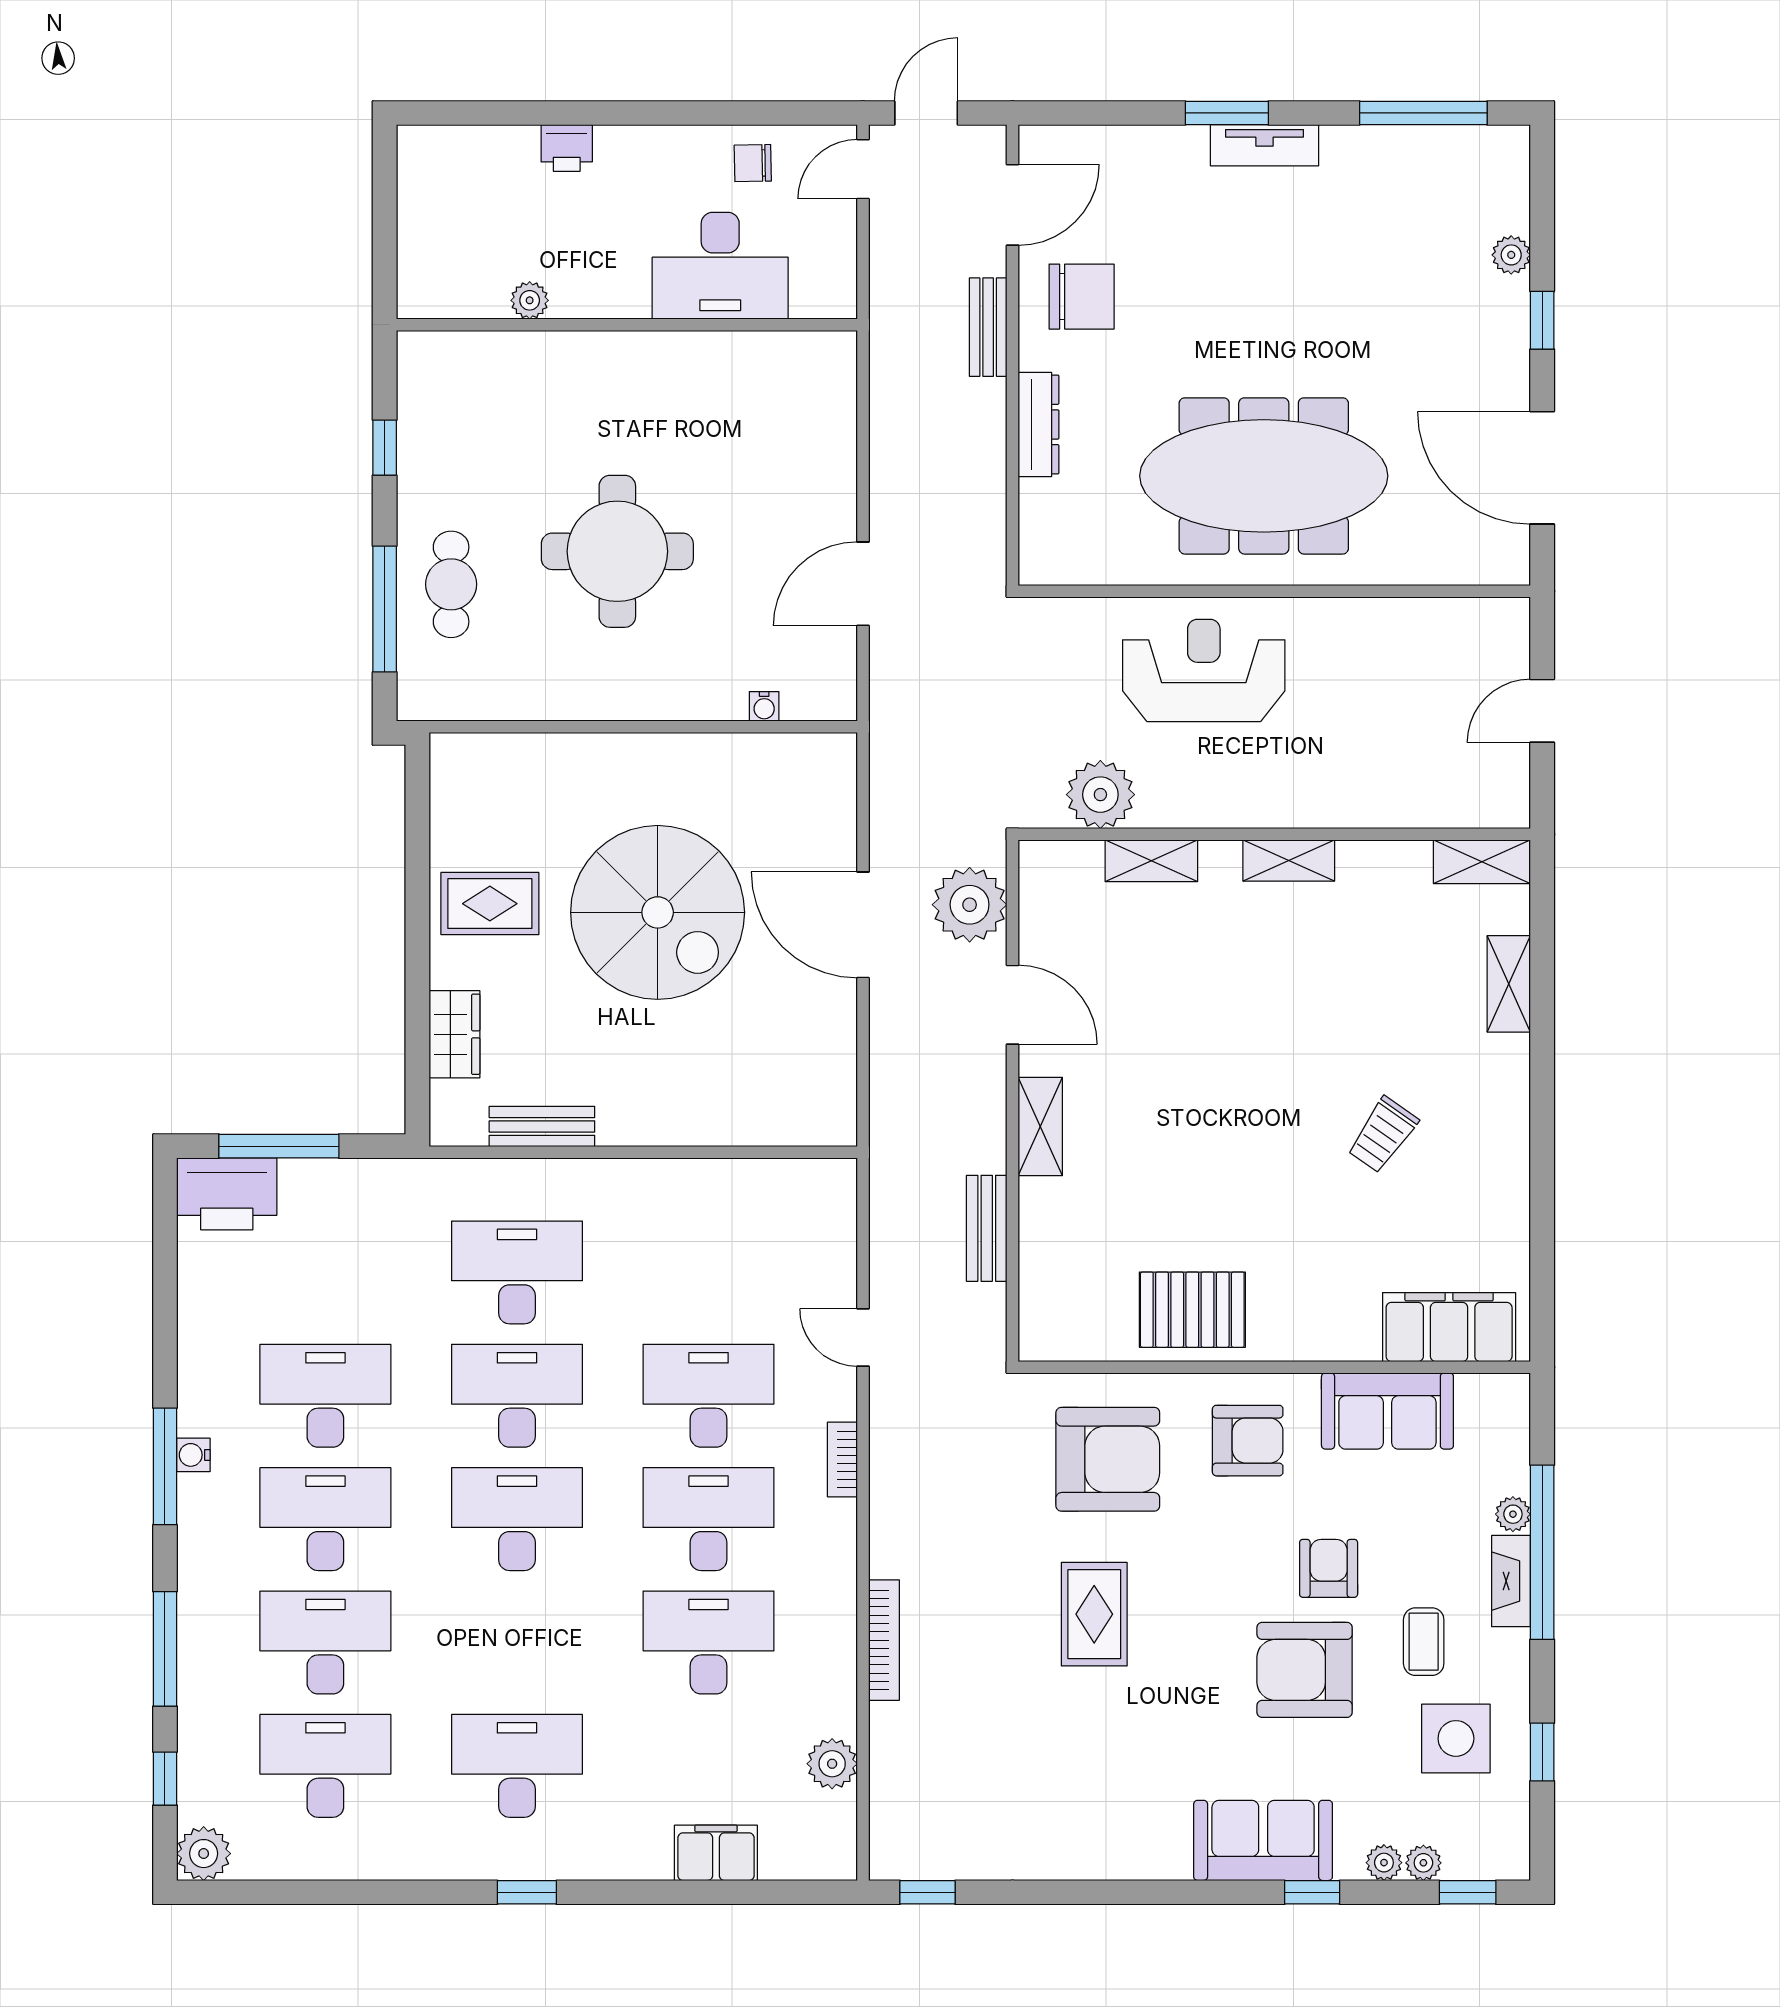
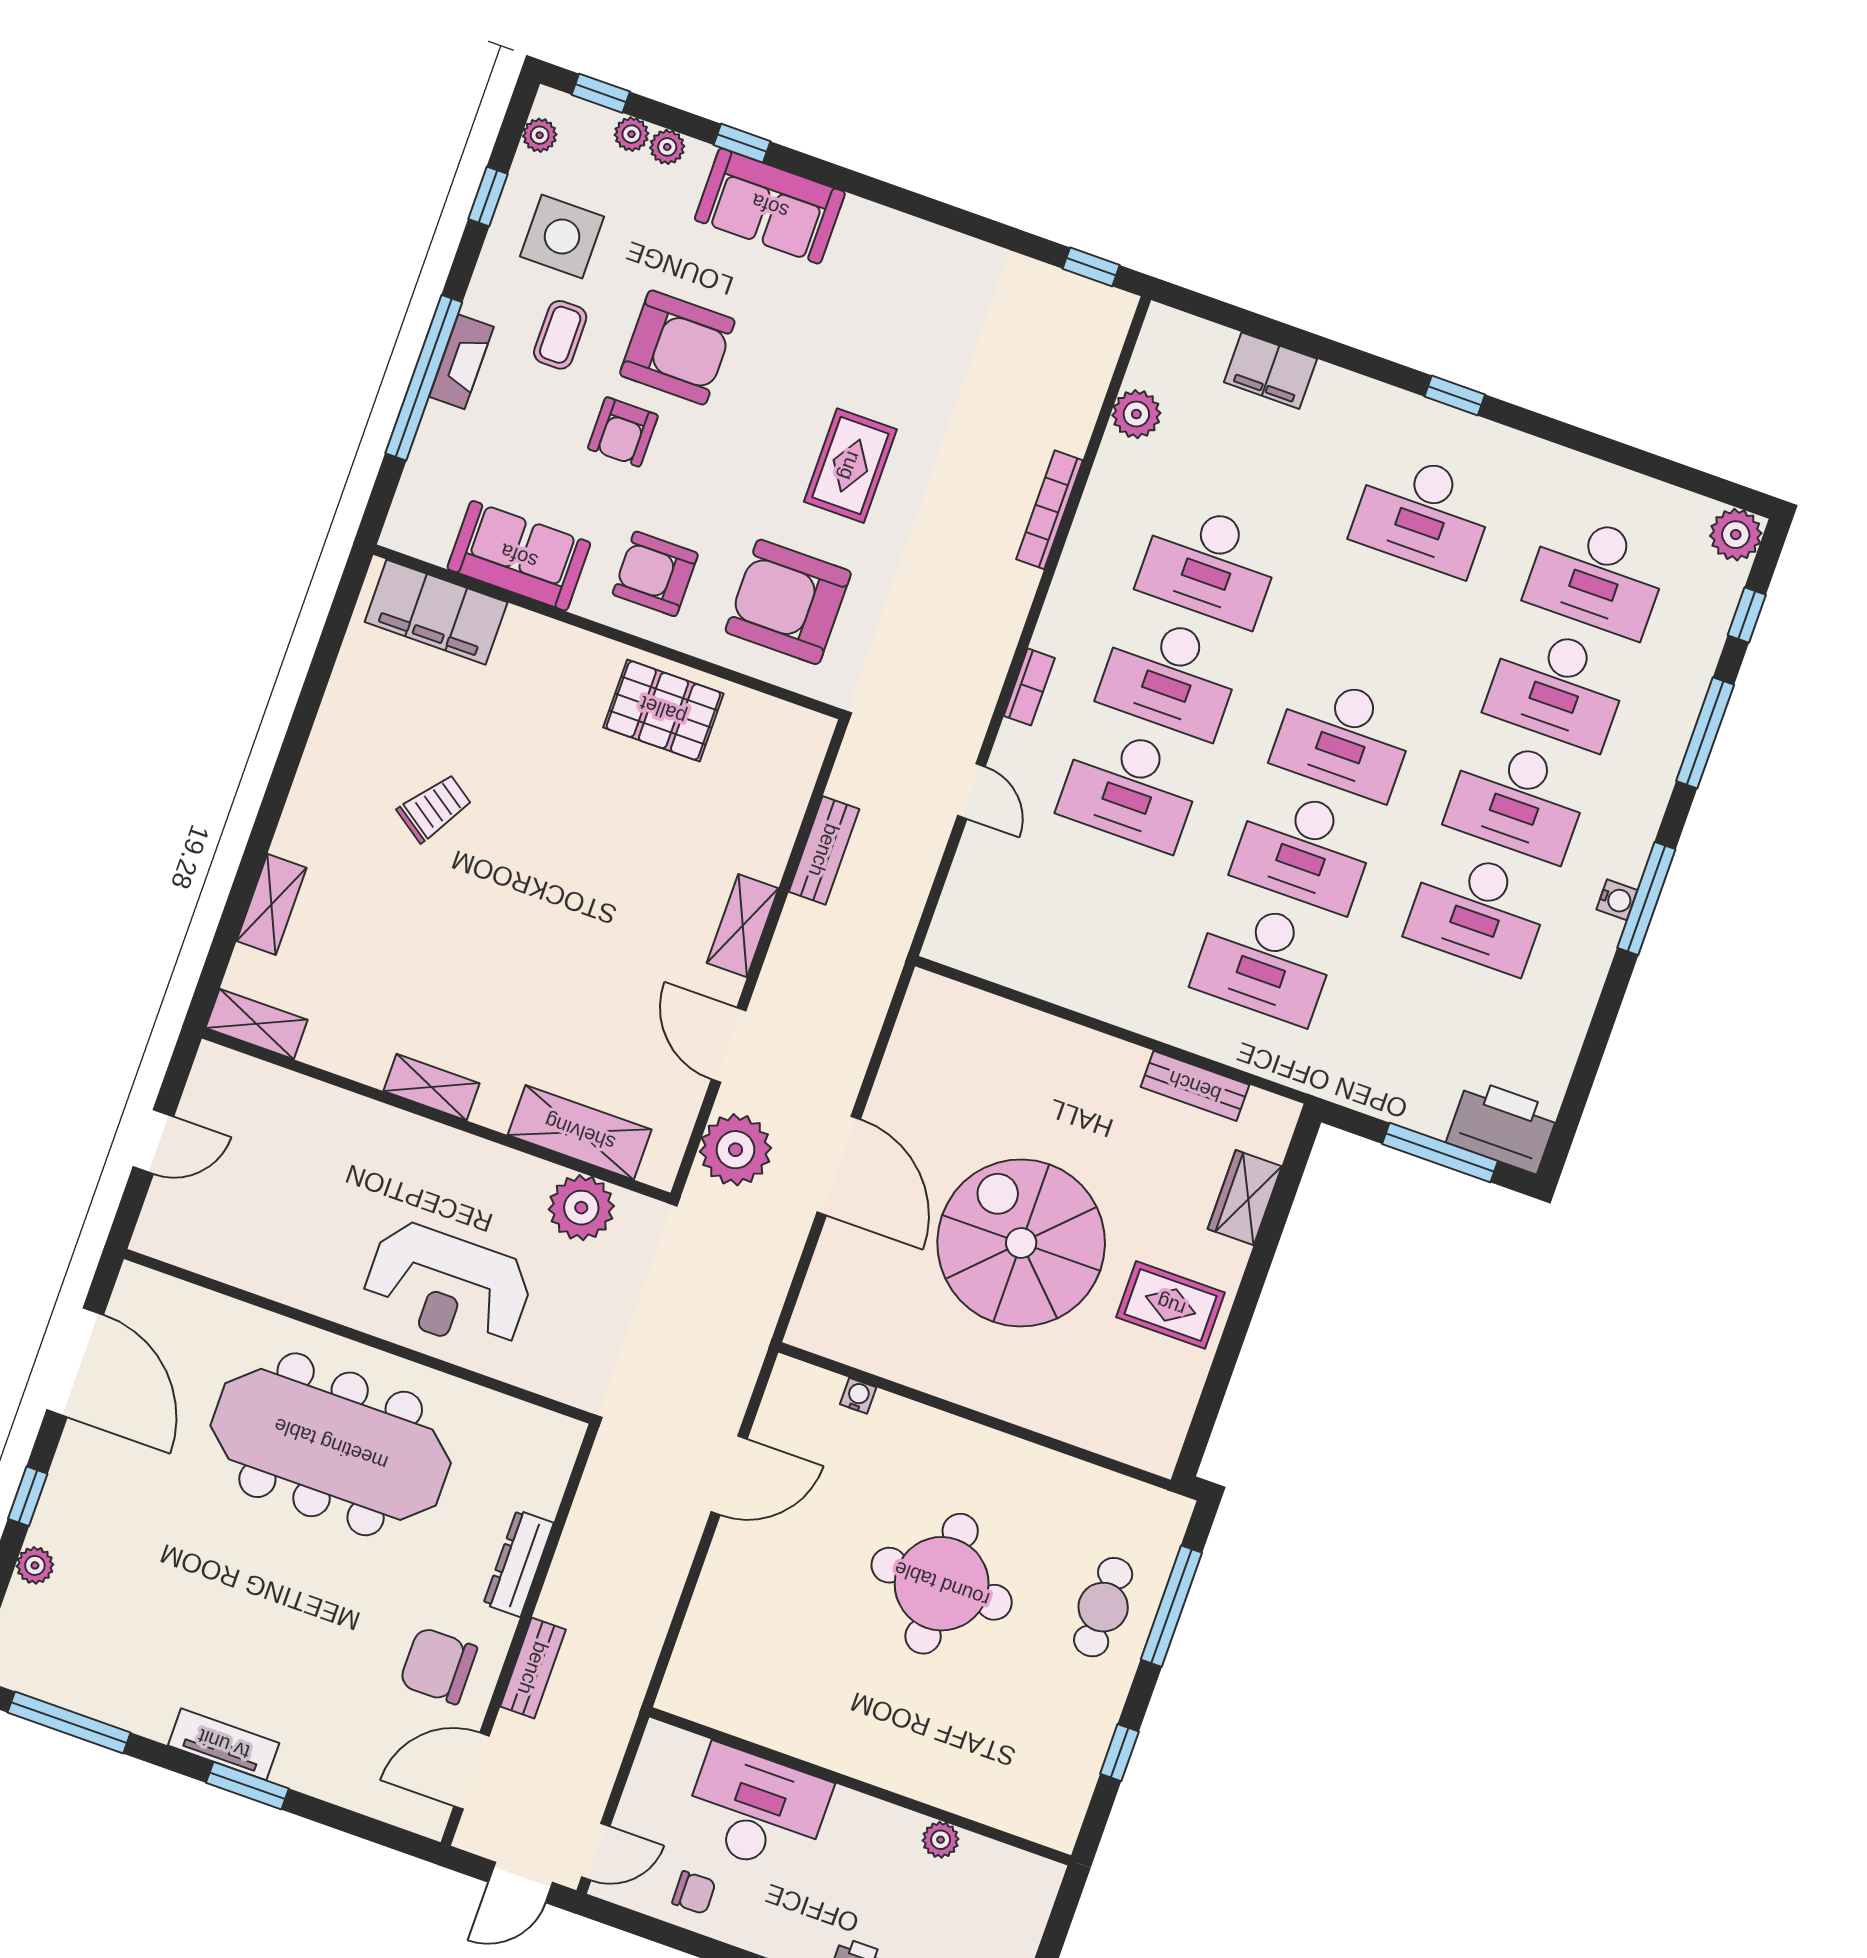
shelving: (1151, 861) -> (580, 1132), width x1.50, depth x1.33
plant: (1513, 1514) -> (540, 135), moved

